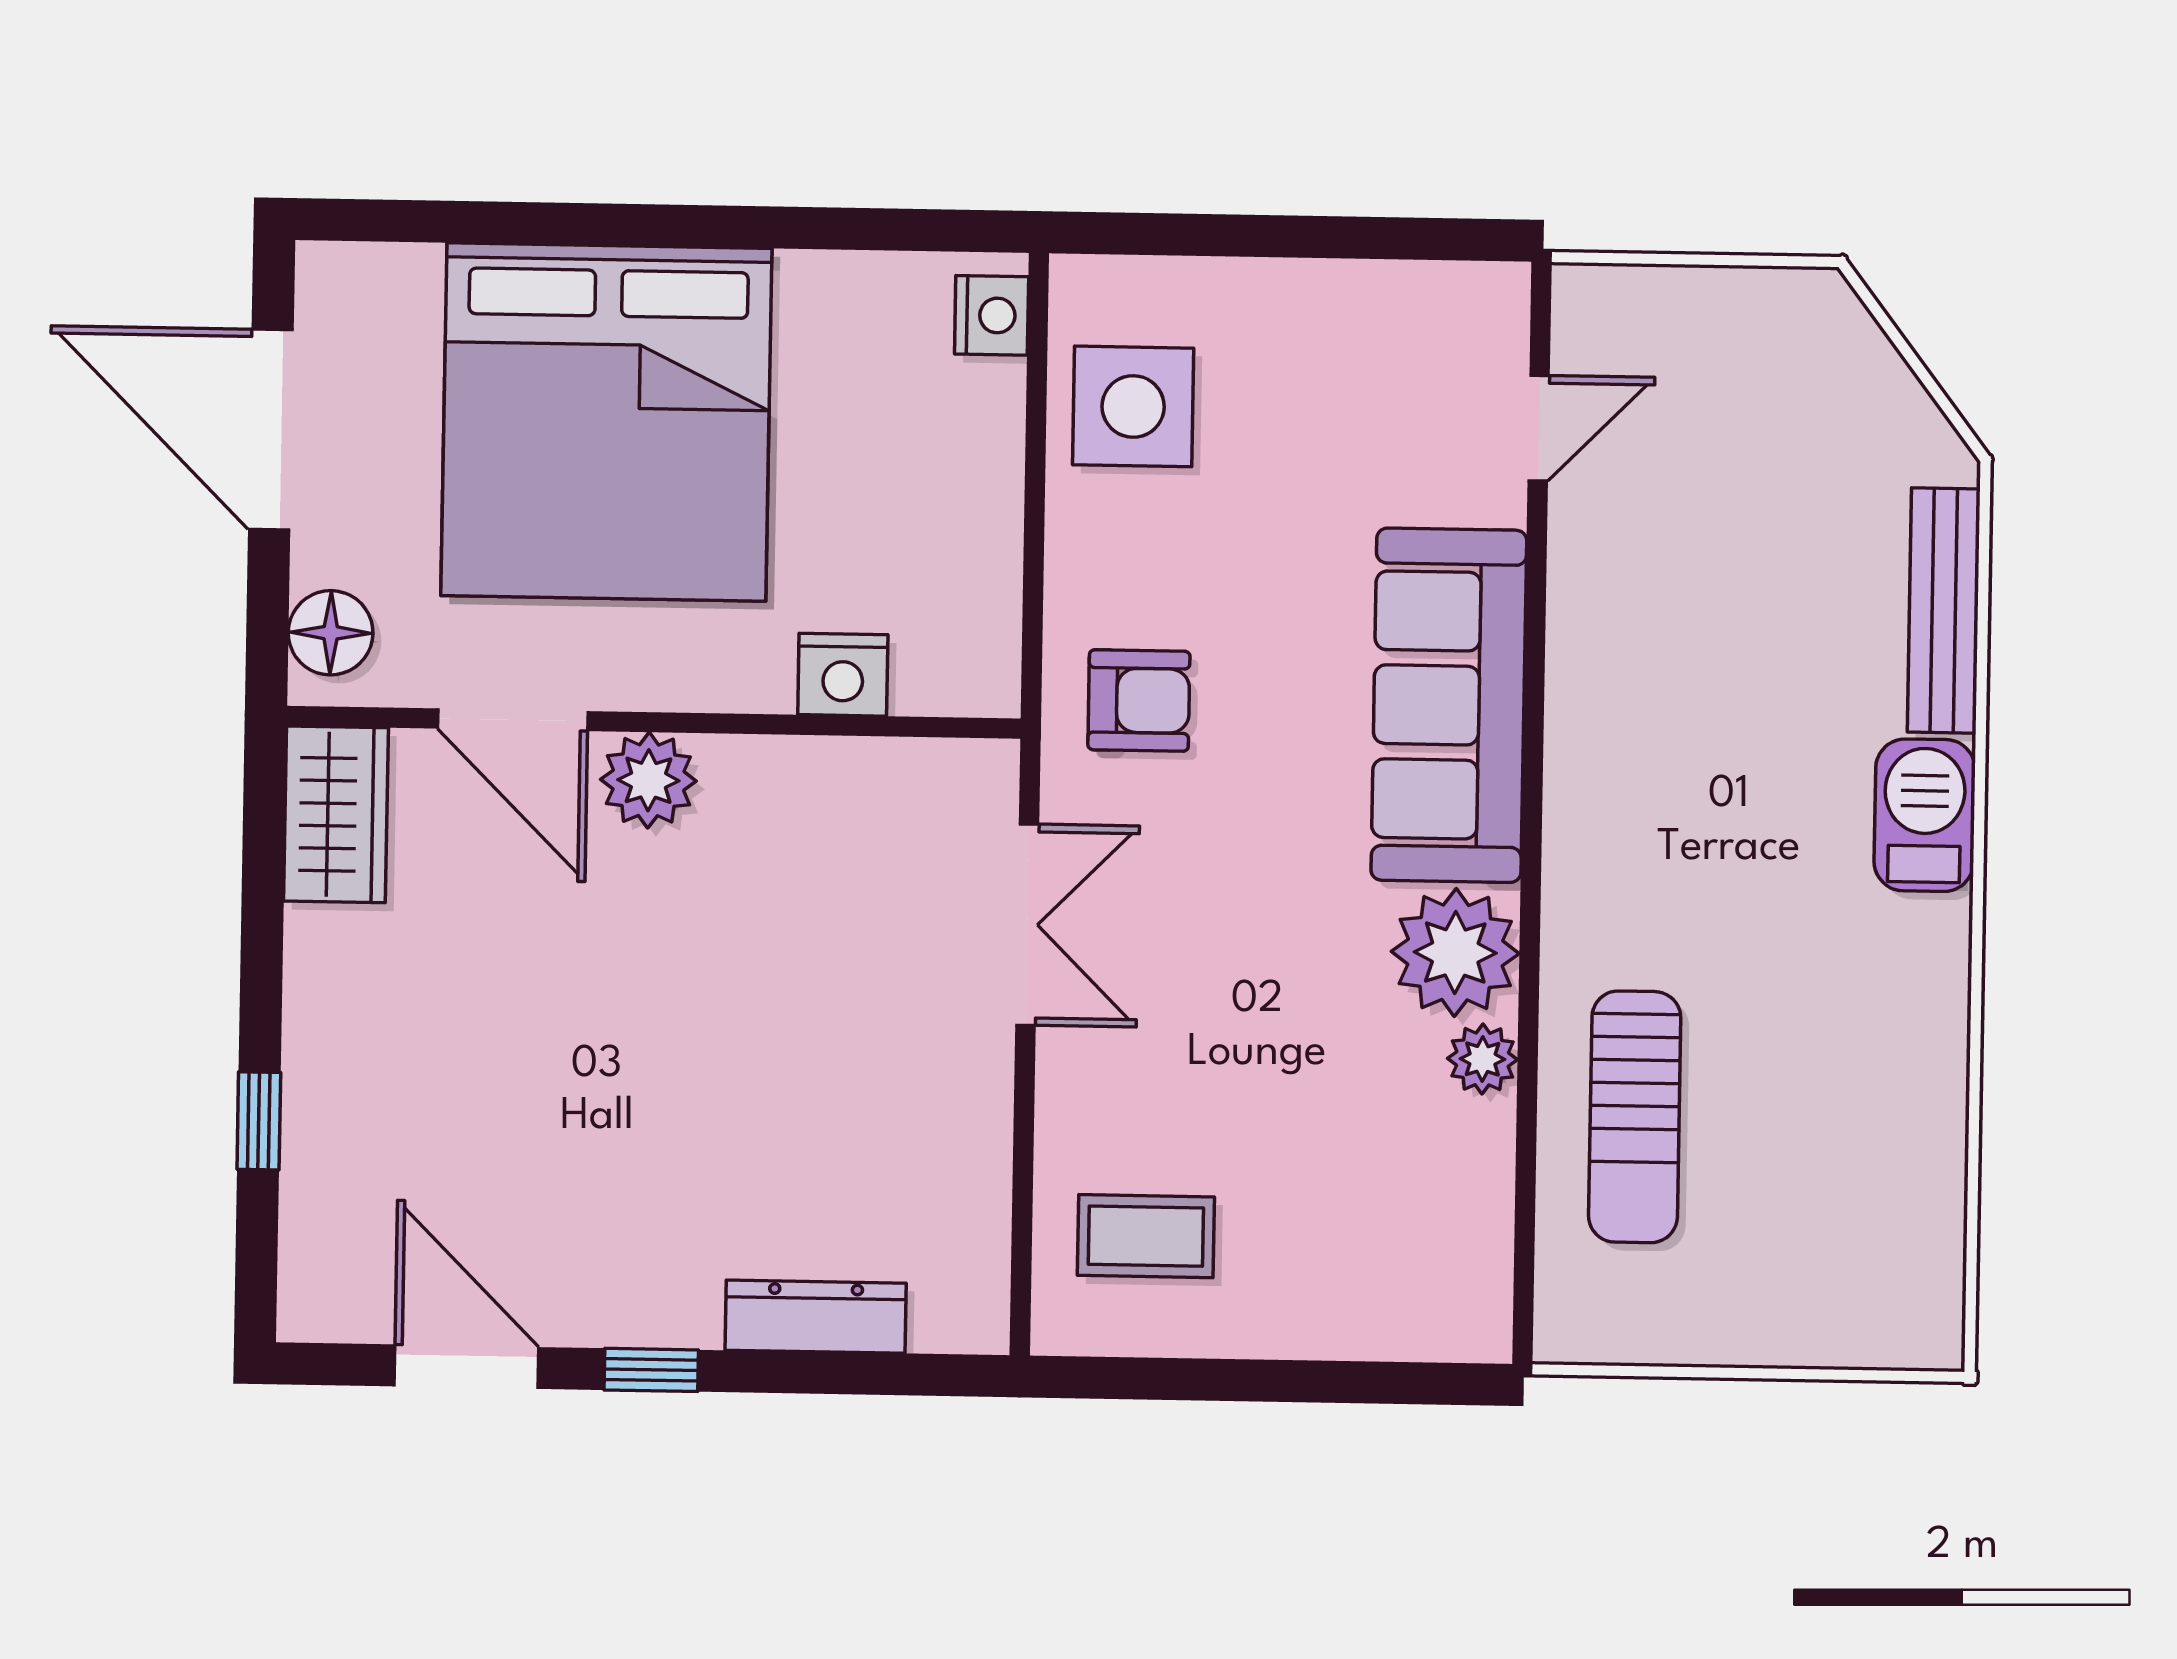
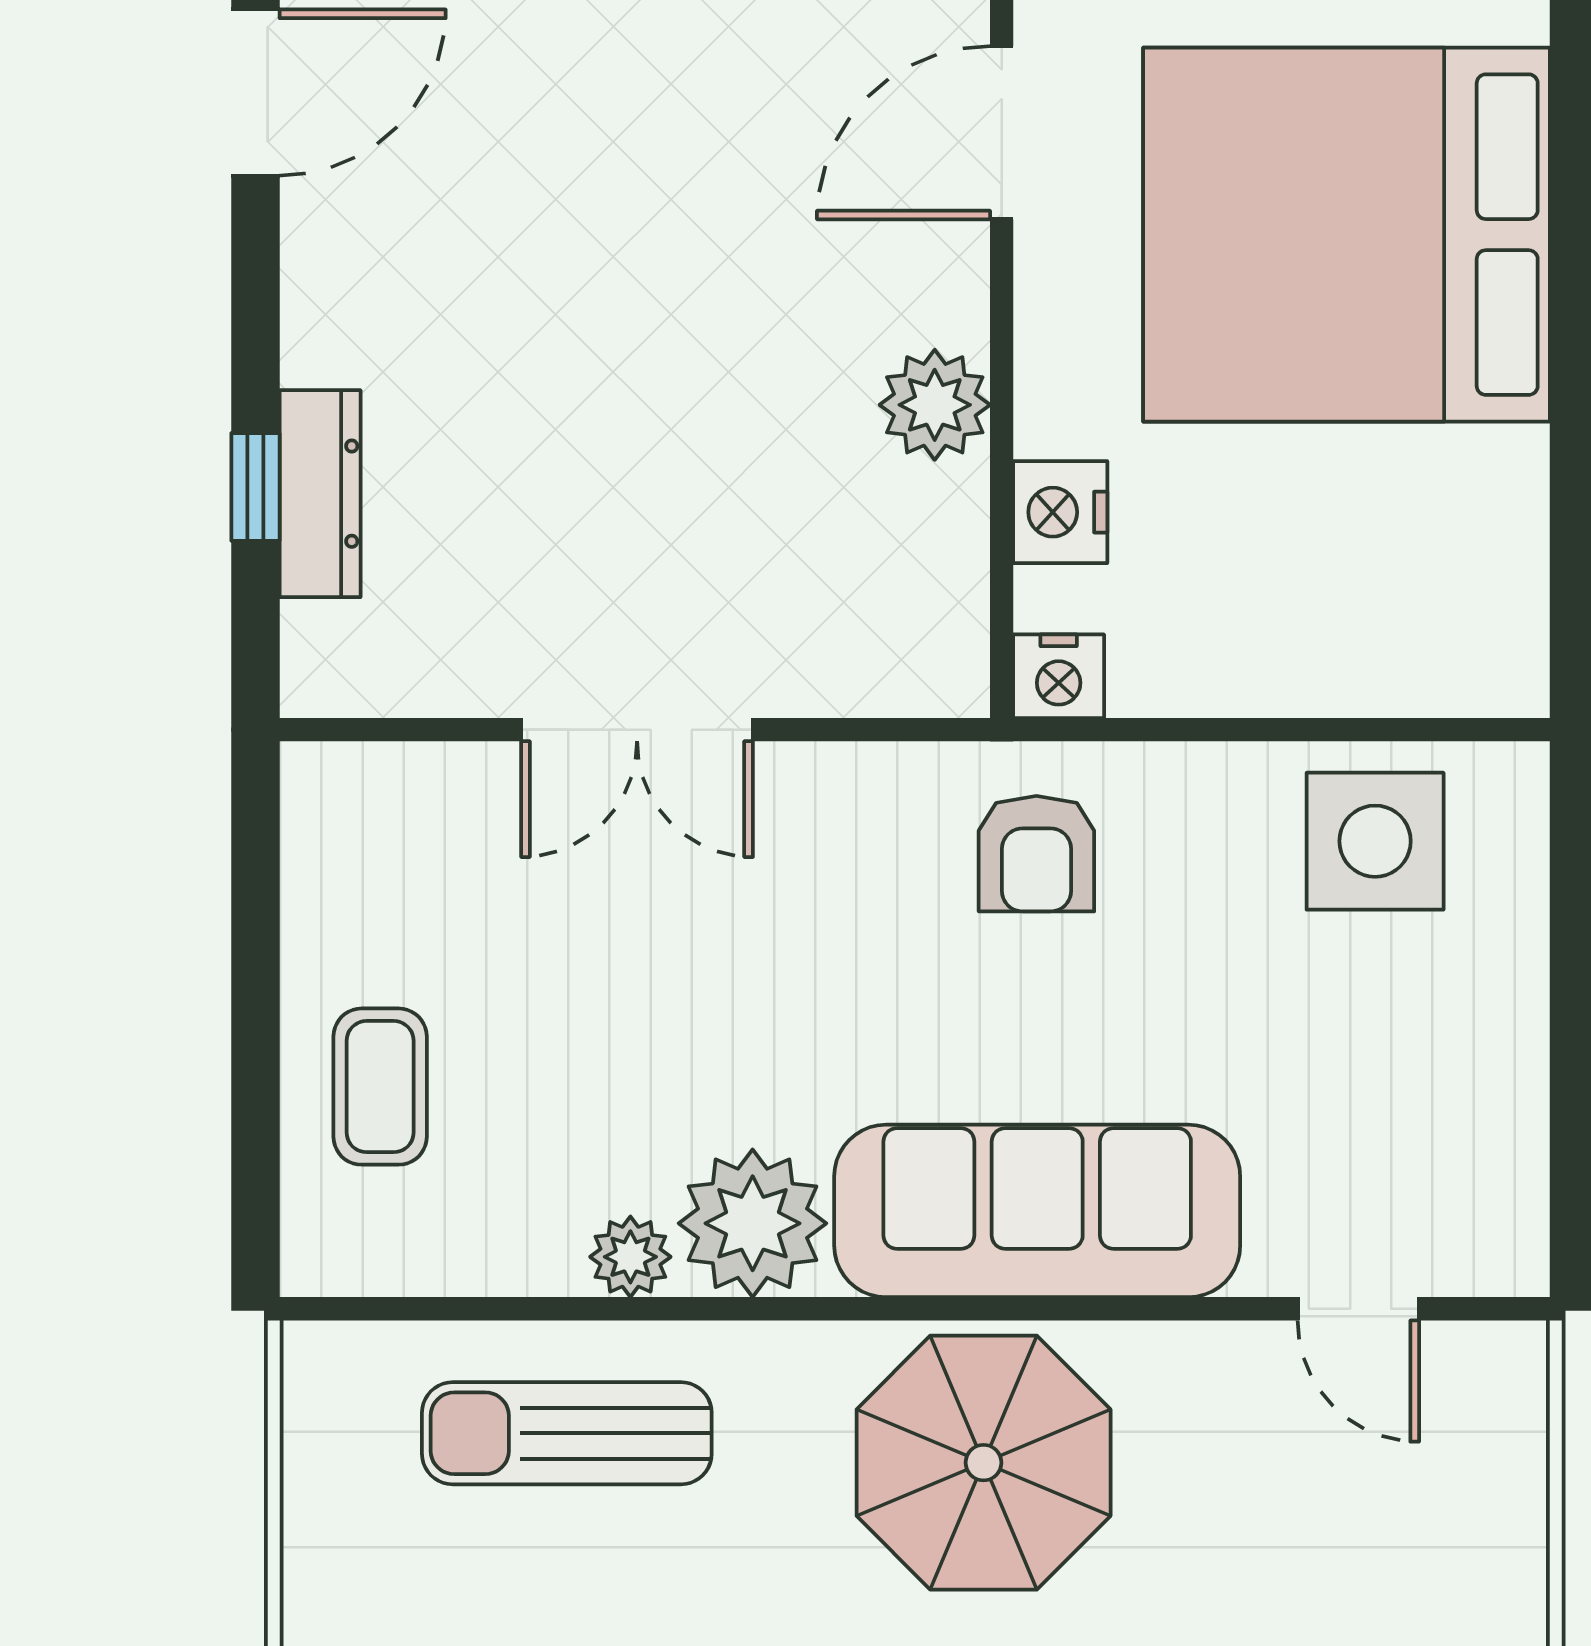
nightstand: (992, 315) -> (1059, 676), moved
parasol: (1666, 756) -> (984, 1463), added
plant: (648, 780) -> (935, 405), moved
double door: (1027, 925) -> (637, 730), moved
coffee table: (1146, 1236) -> (380, 1087), moved
window: (651, 1370) -> (255, 487), moved

